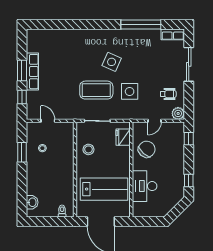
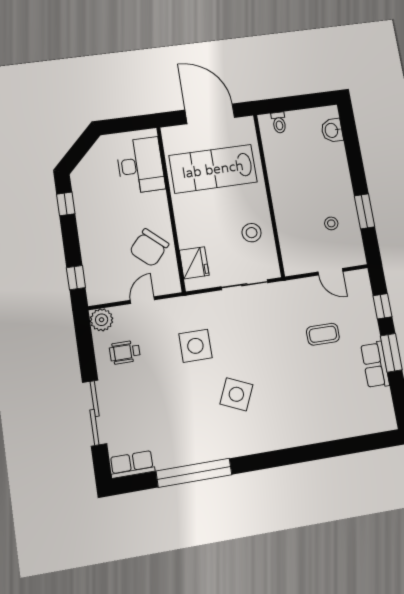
row of seats: (32, 72) -> (375, 365), width x0.68
coffee table: (96, 90) -> (323, 334), moved, width x0.54, depth x0.58
desk: (145, 186) -> (140, 165), moved

